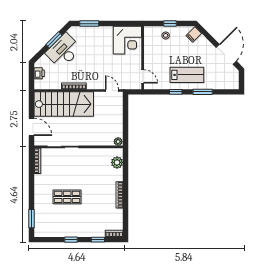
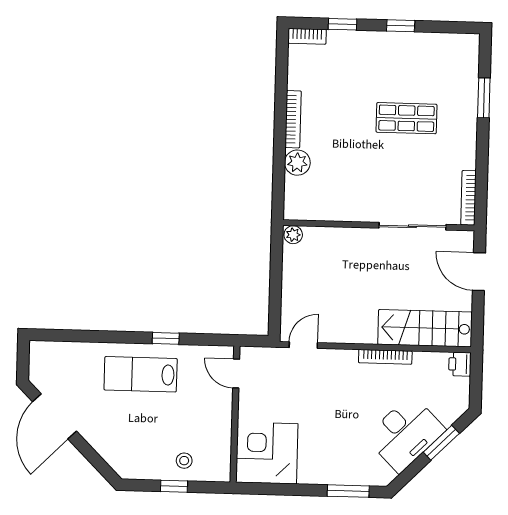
filing cabinet: (194, 34) -> (123, 461), removed
window: (54, 40) -> (441, 443), moved
printer: (39, 73) -> (460, 364), moved
door: (112, 91) -> (303, 345), swing flipped
window: (203, 92) -> (108, 337), removed
stairs: (64, 104) -> (425, 328), width x0.73, depth x0.66
plant: (117, 162) -> (297, 163), moved
window: (32, 219) -> (484, 98), moved

